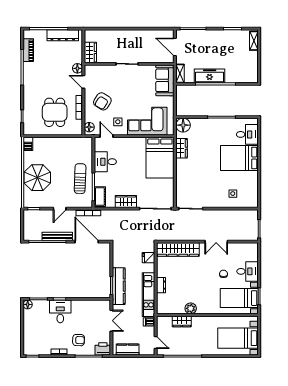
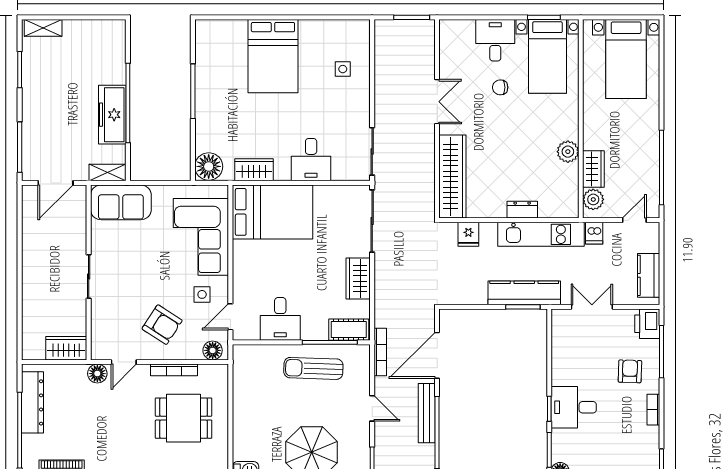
desk: (247, 134) -> (311, 160), moved, turned 180
plant: (166, 321) -> (593, 199), added

